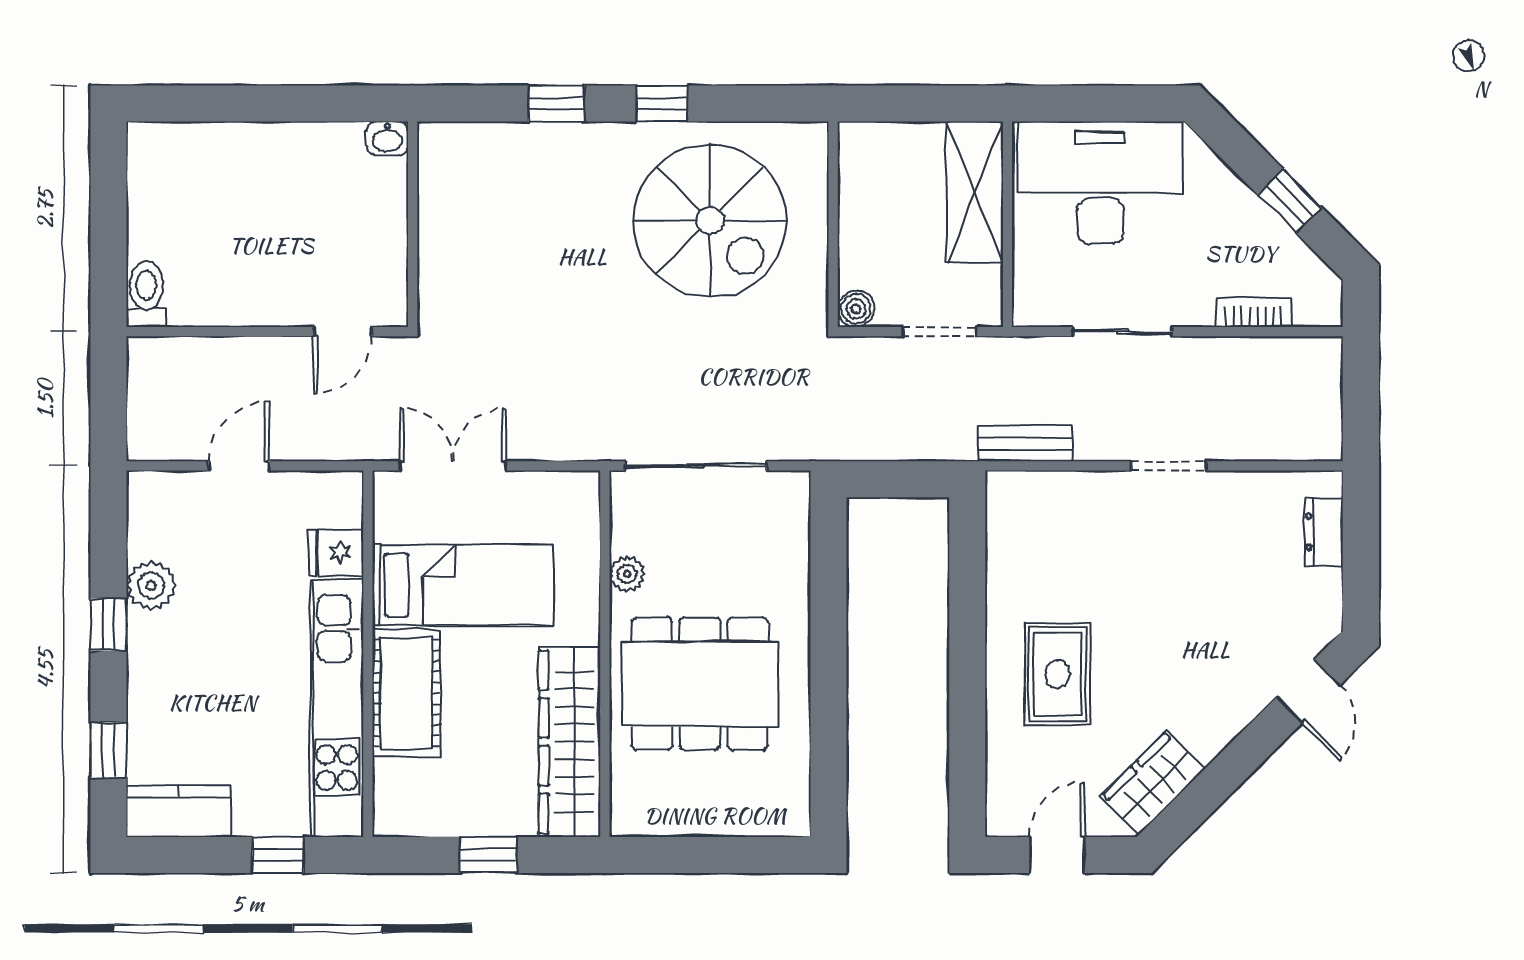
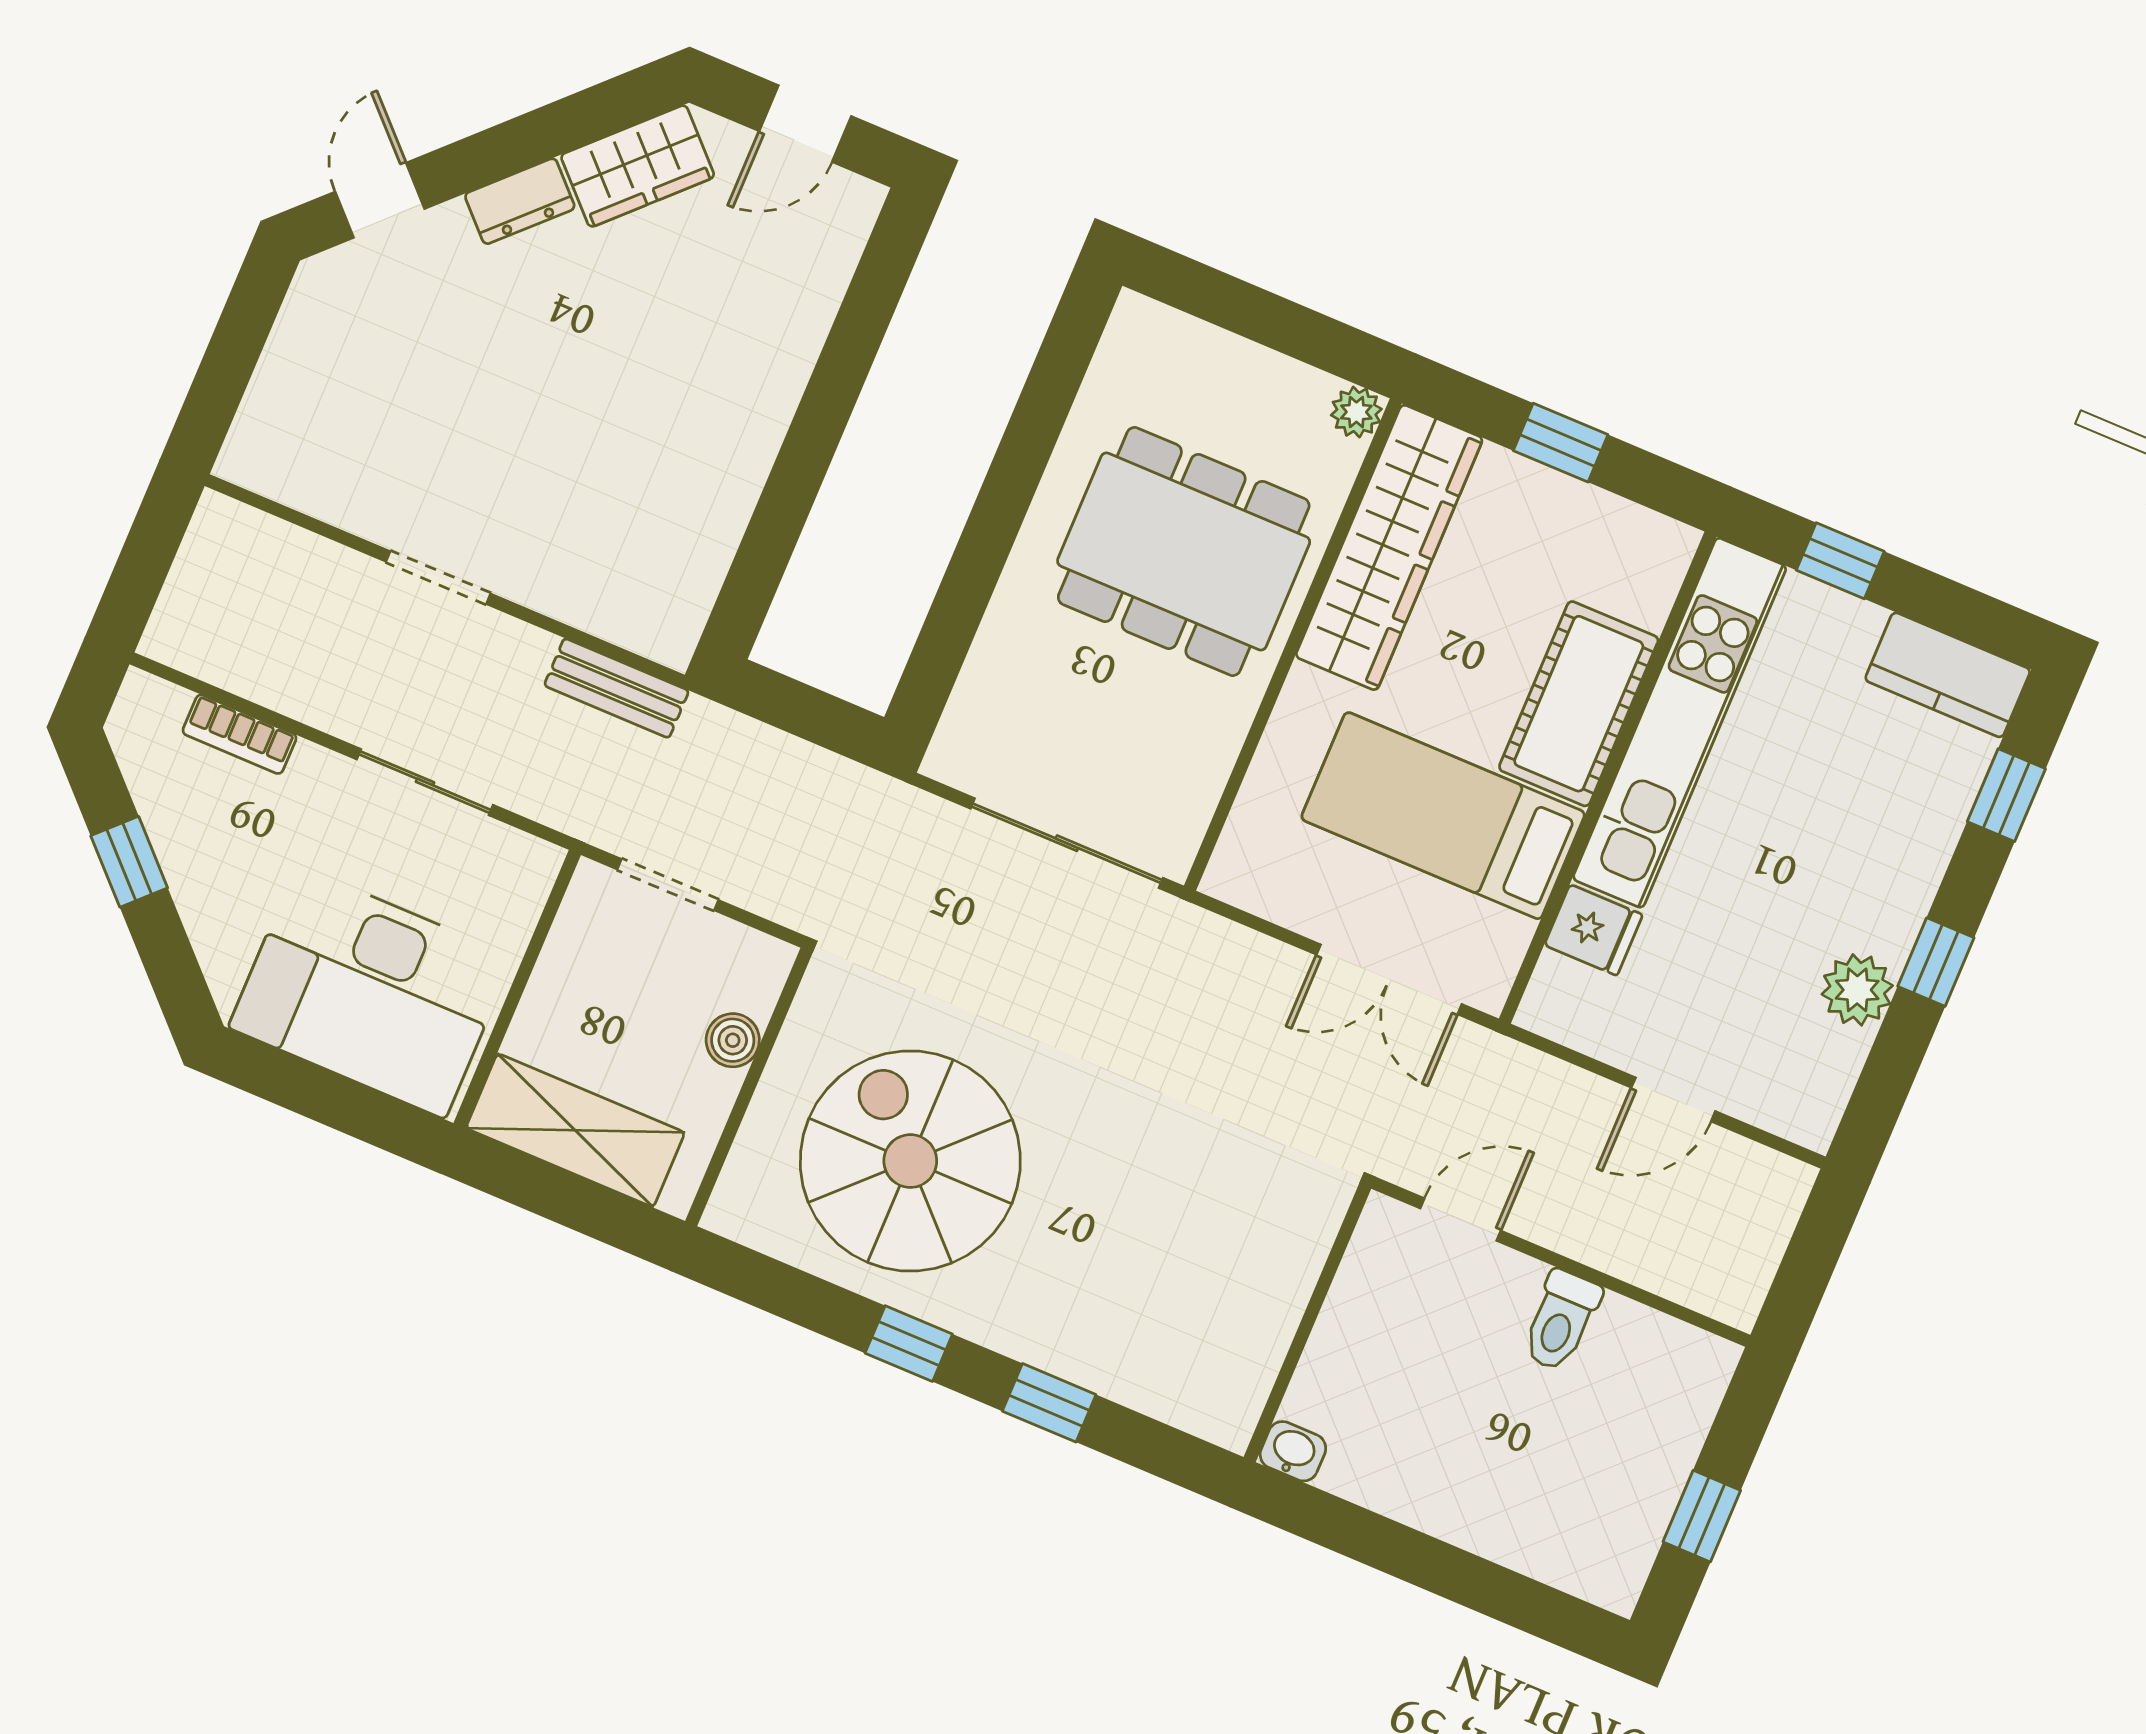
shelving: (975, 192) -> (575, 1130), moved, turned 90
window: (108, 207) -> (1702, 1516), added
toilet: (146, 294) -> (1561, 1321), moved
boiler: (856, 309) -> (733, 1040), moved
dresser: (1324, 532) -> (520, 201), moved, turned 45
plant: (627, 574) -> (1356, 412), moved
rug: (1057, 674) -> (703, 364), removed

